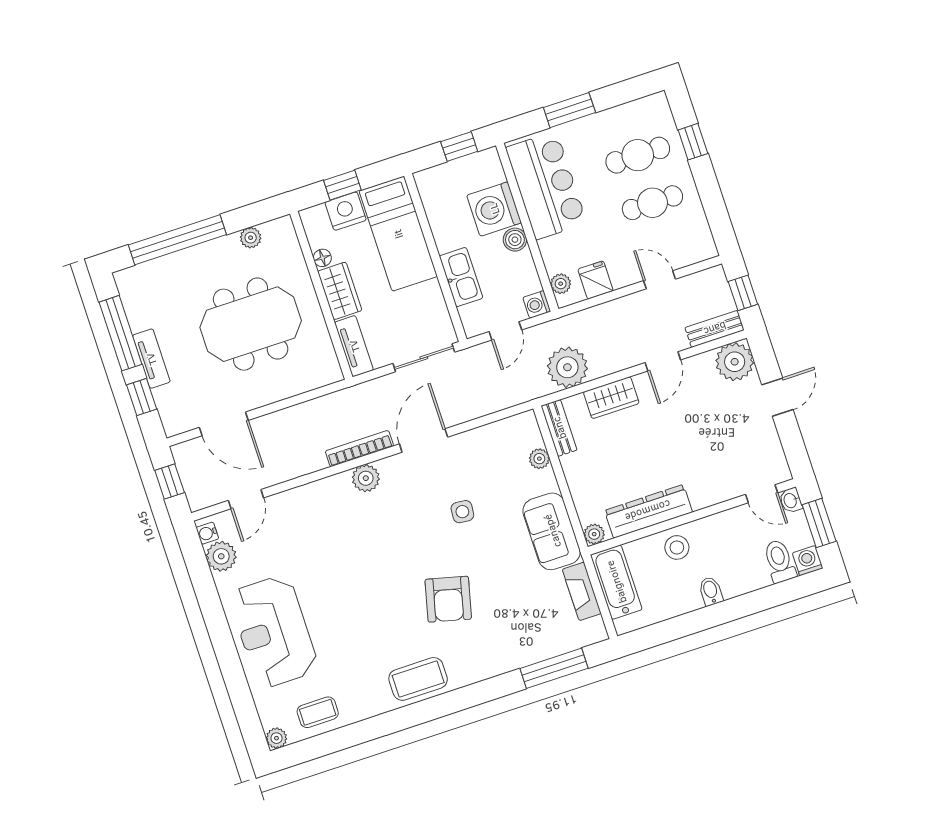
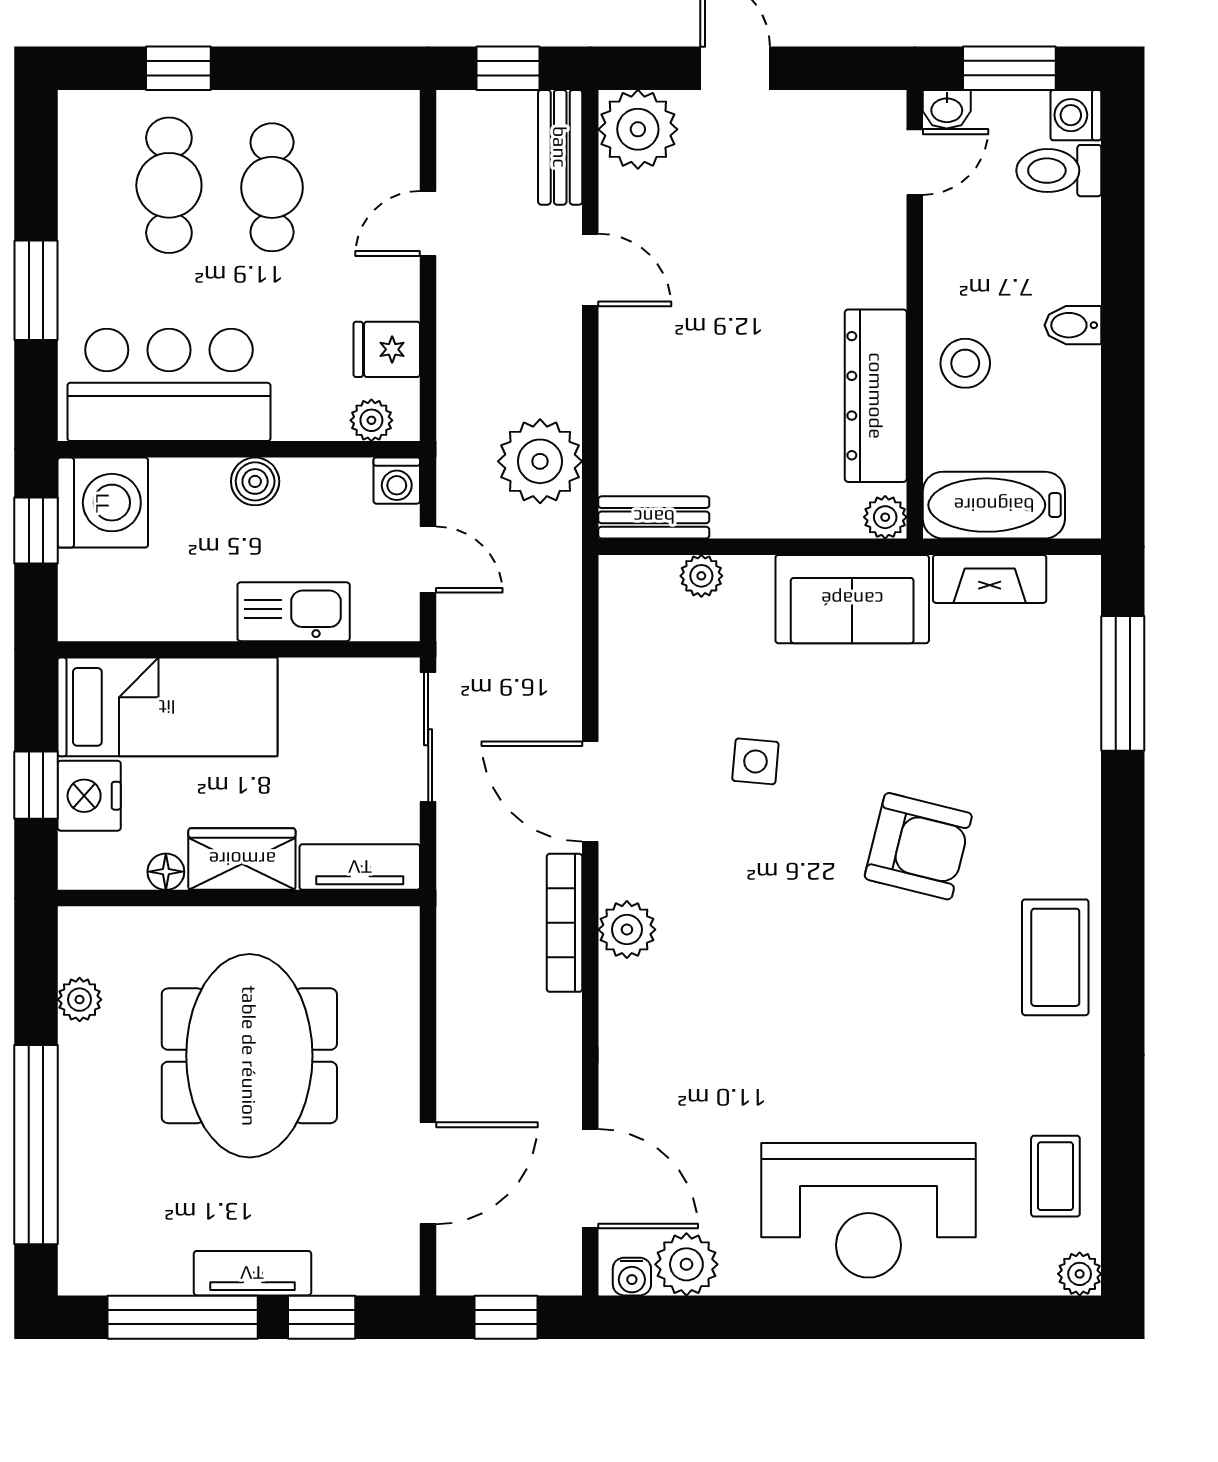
washing machine: (494, 209) -> (103, 503), moved, turned -90
wardrobe: (611, 398) -> (628, 395), removed
door: (246, 499) -> (590, 1179), width x1.37

